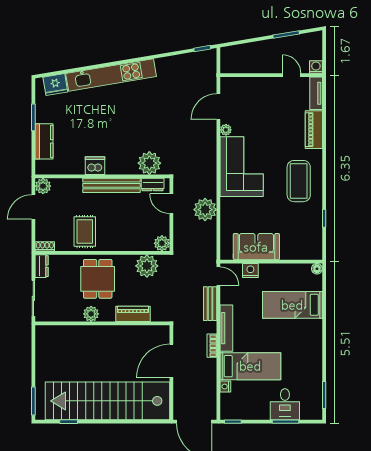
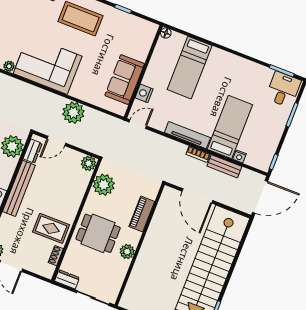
shoe rack: (45, 246) -> (56, 256), moved
bench: (210, 304) -> (224, 166), moved
desk: (285, 404) -> (283, 89), moved, turned -90

